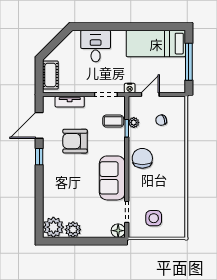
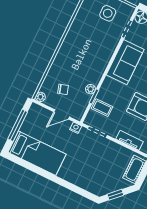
window: (57, 40) -> (115, 195), added
desk: (96, 46) -> (87, 175), removed
plant: (180, 102) -> (40, 97), added
plant: (134, 123) -> (91, 89), moved
chair: (142, 158) -> (93, 66), removed

